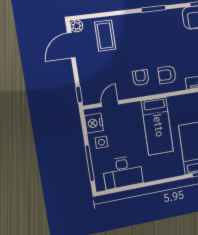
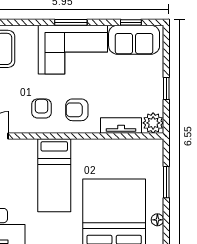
corner sofa: (158, 30) -> (73, 50), added

